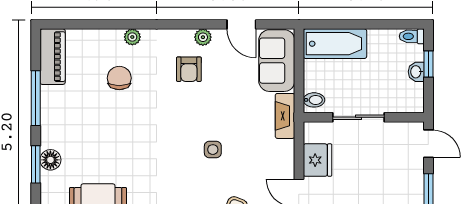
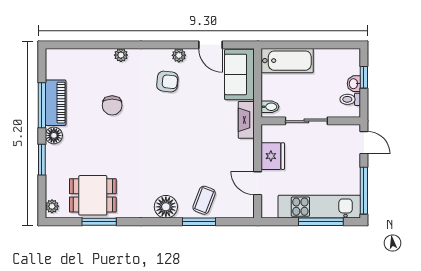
toilet: (412, 36) -> (350, 99), moved
piano: (53, 57) -> (56, 103), moved
armchair: (189, 69) -> (167, 82), turned -84
chair: (119, 78) -> (112, 105), moved, turned 180
side table: (213, 150) -> (187, 147), removed
floor lamp: (50, 160) -> (54, 135), moved

